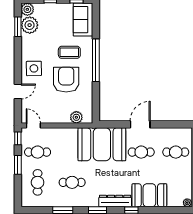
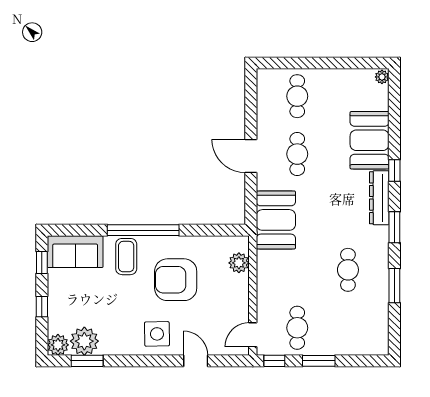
coffee table: (69, 52) -> (126, 257), moved
booth: (102, 144) -> (276, 220), width x0.73, depth x0.70
cafe table: (38, 182) -> (348, 328), removed

